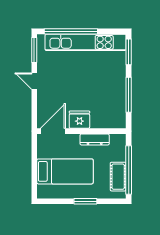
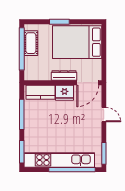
door: (34, 81) -> (104, 115), moved
kitchen counter: (107, 120) -> (40, 92), added
dresser: (95, 139) -> (64, 75), moved
bed: (65, 171) -> (77, 42), width x1.50

